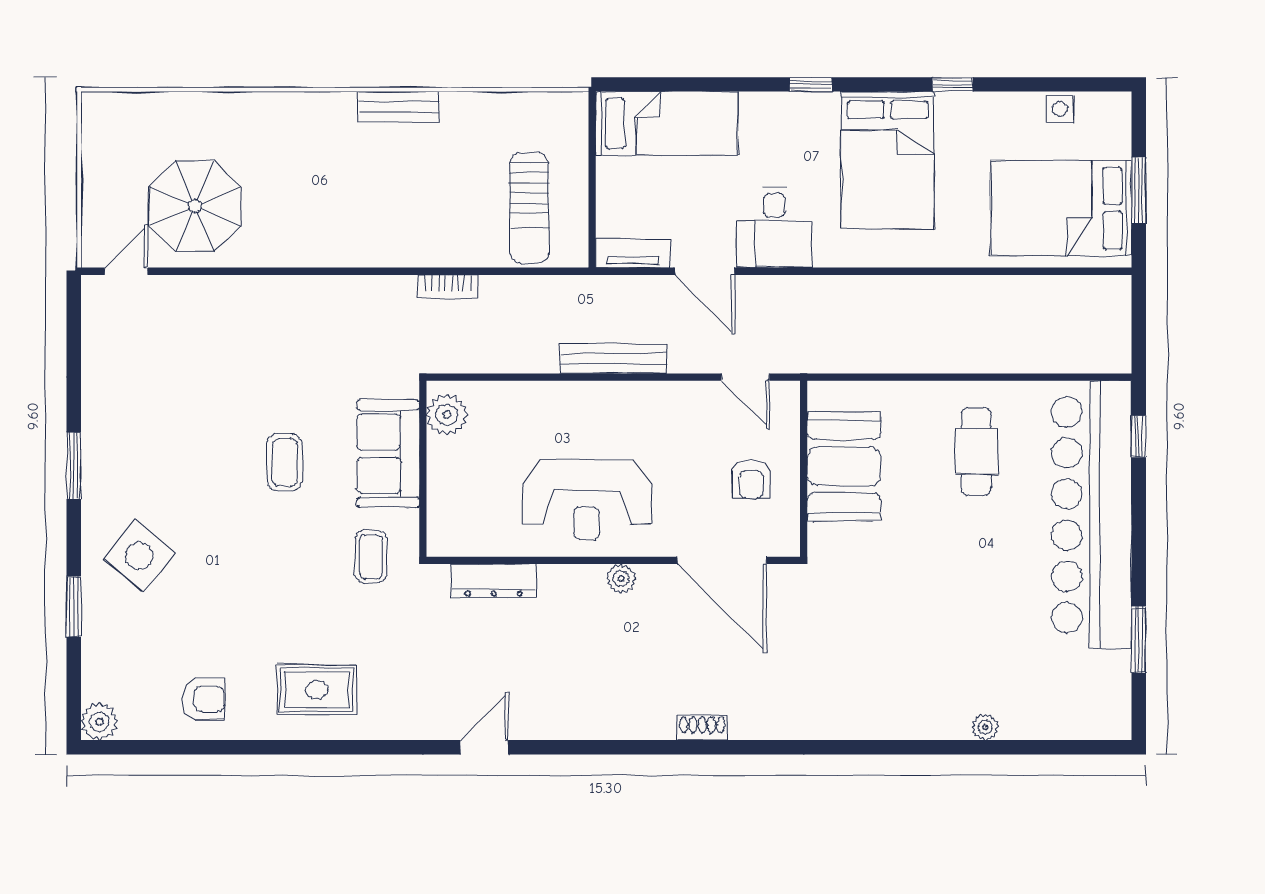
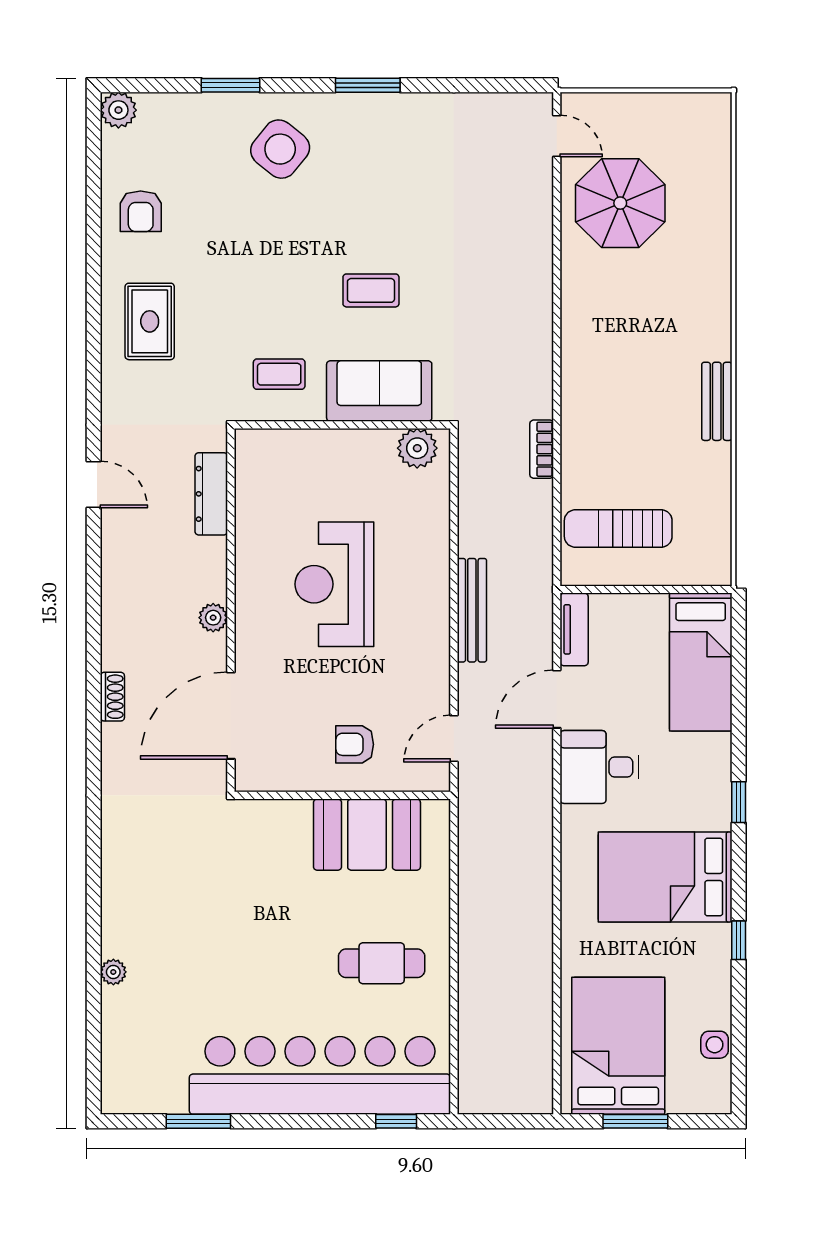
wall: (613, 560) -> (231, 610), moved
door: (722, 560) -> (231, 716), moved
plant: (621, 579) -> (213, 618), moved
dresser: (494, 581) -> (211, 494), moved

